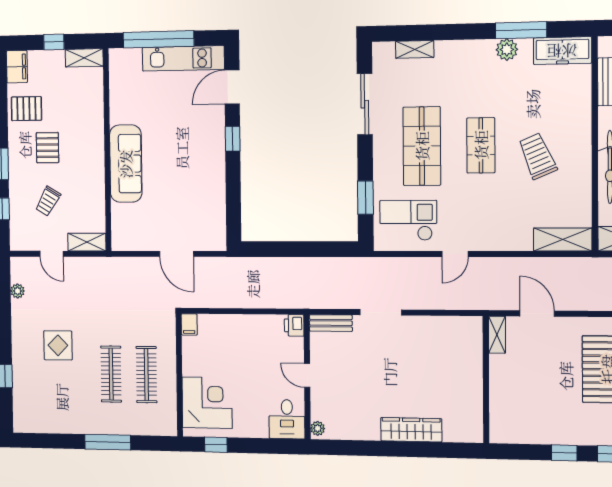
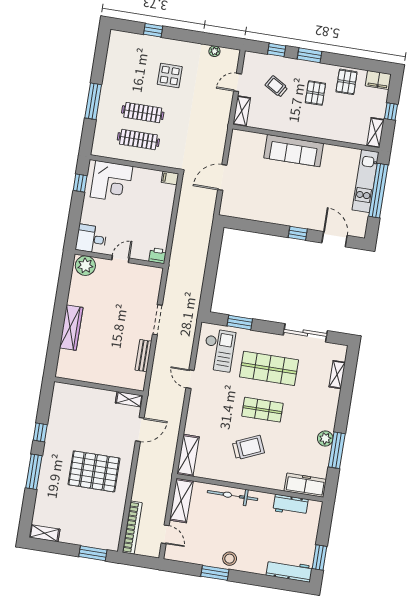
freezer: (562, 51) -> (305, 485), moved, turned 90
kitchen unit: (183, 58) -> (365, 181), moved
pallet: (47, 148) -> (315, 93), turned 90
bench: (331, 323) -> (143, 356), moved
plant: (318, 428) -> (85, 266), width x1.88, depth x1.88

